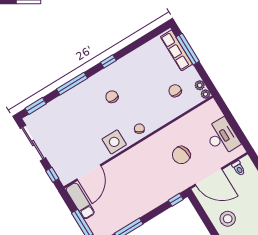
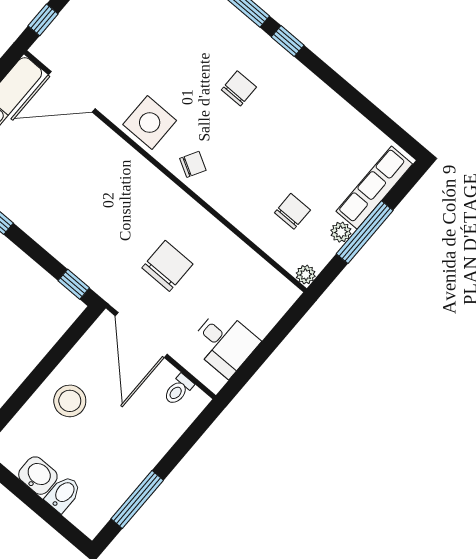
window: (188, 49) -> (365, 232), moved
window: (108, 61) -> (288, 41), moved
plant: (200, 85) -> (341, 232), moved
desk: (222, 137) -> (224, 343), width x0.73
chair: (181, 155) -> (167, 266), turned 106

